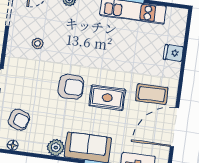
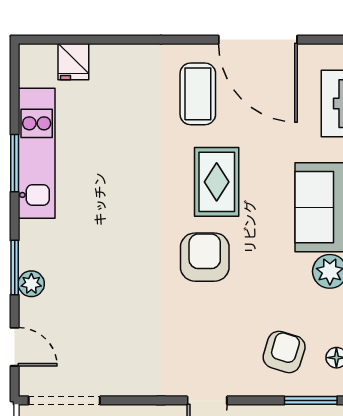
stool: (38, 43) -> (127, 335), removed
fridge: (173, 53) -> (73, 62), moved

